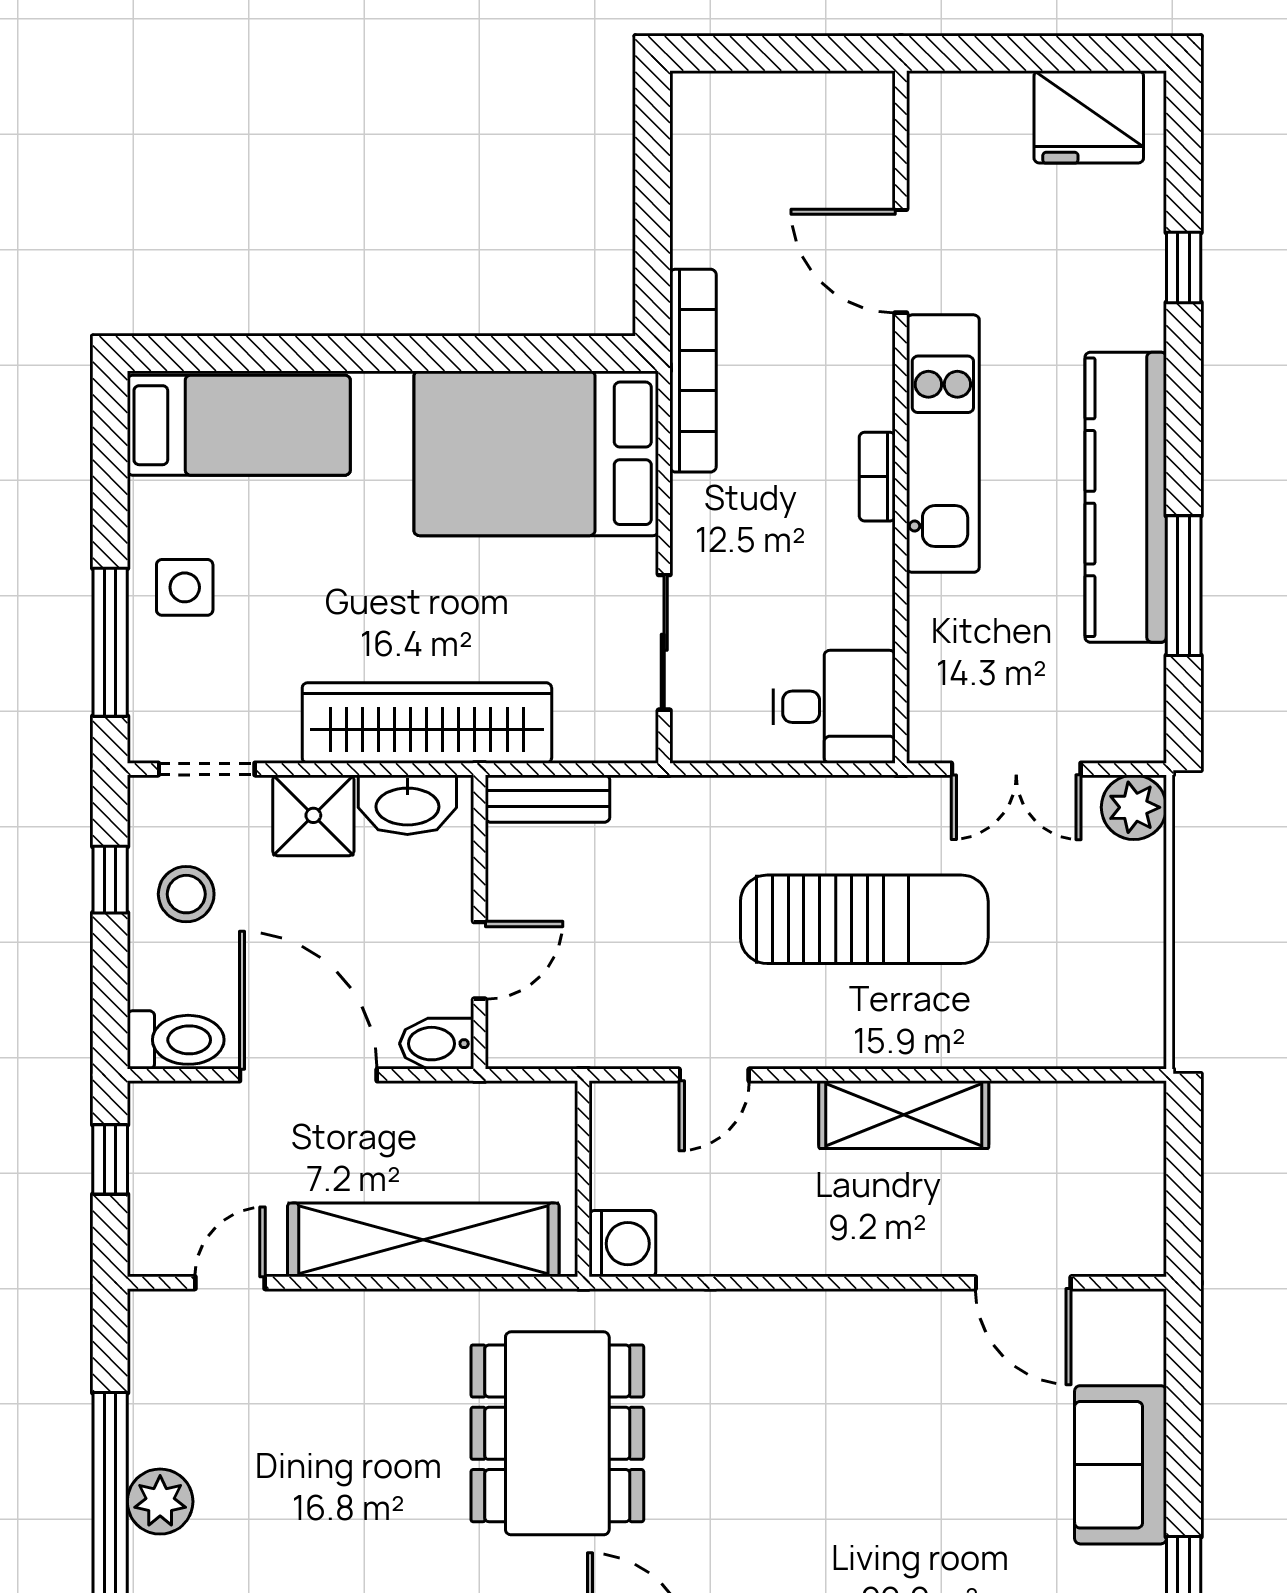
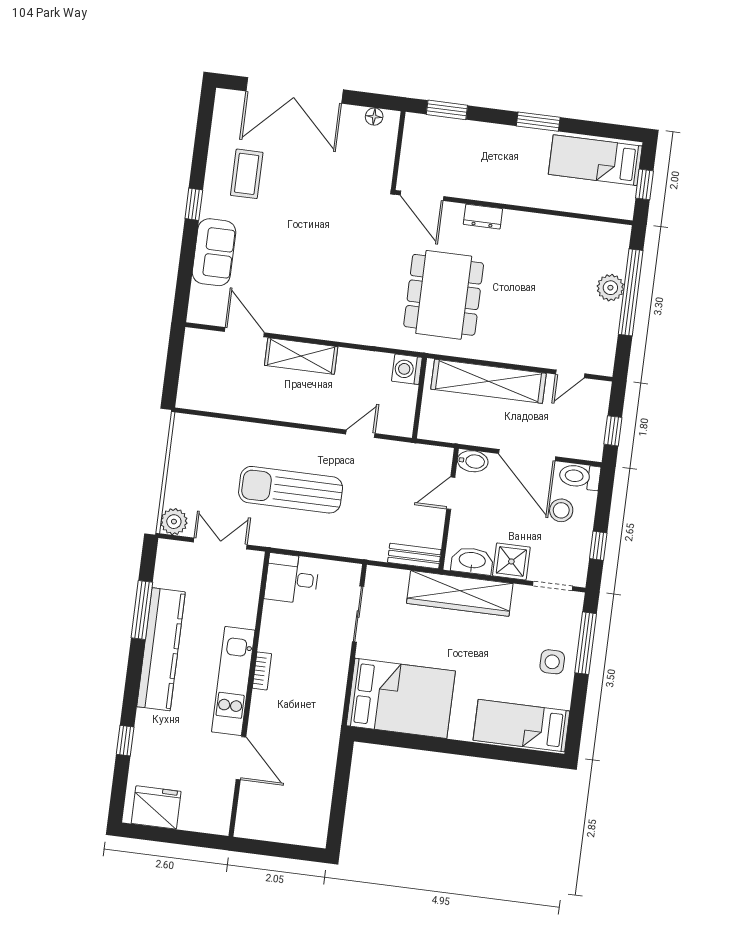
bookcase: (693, 371) -> (332, 724), removed
stool: (186, 894) -> (561, 510), moved
shelving: (904, 1115) -> (301, 356), moved

